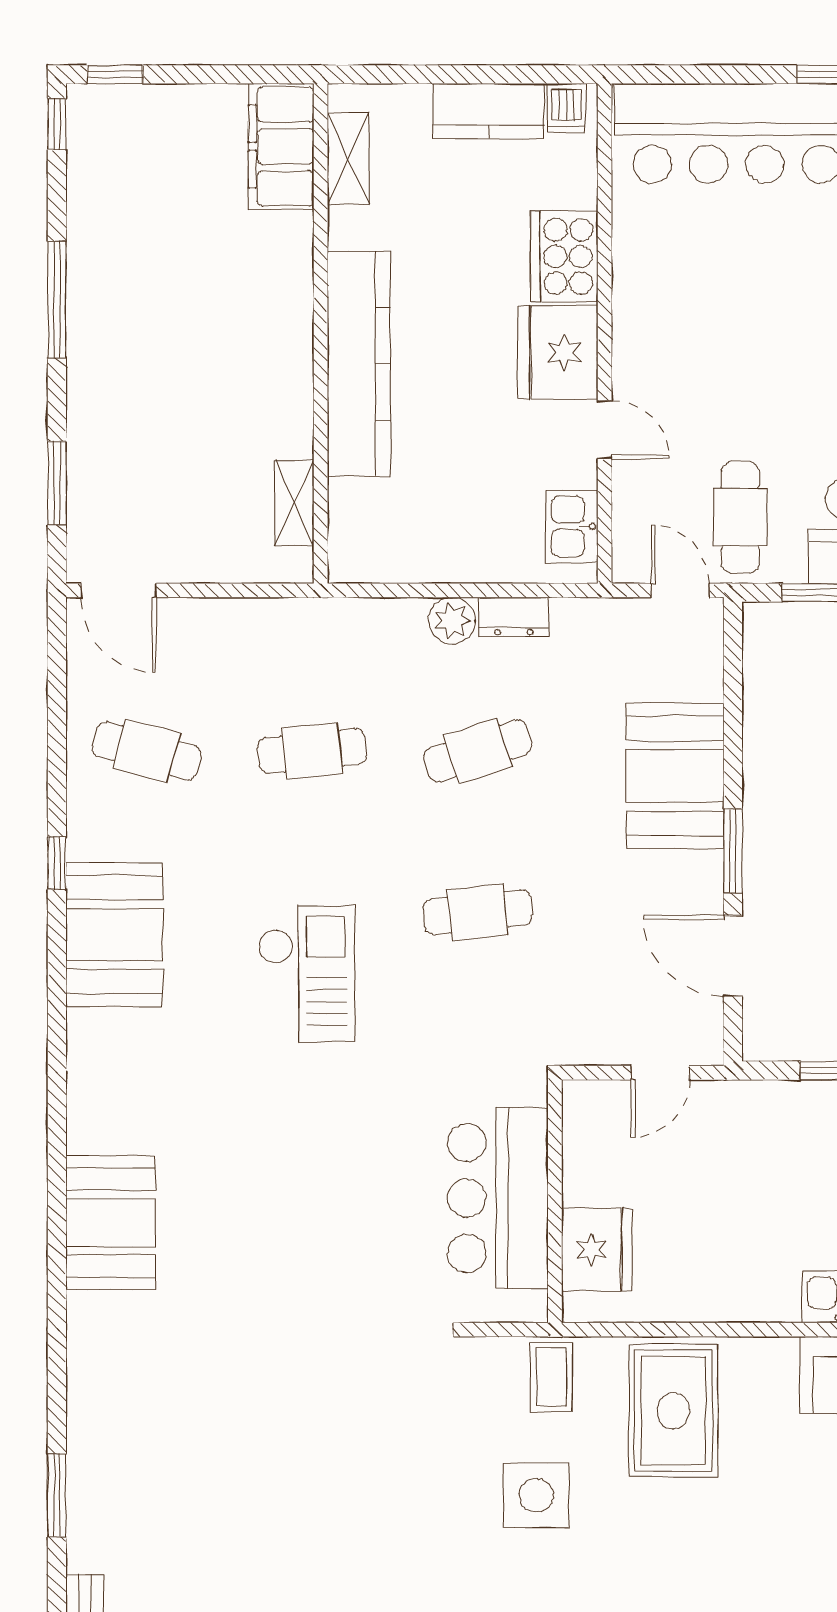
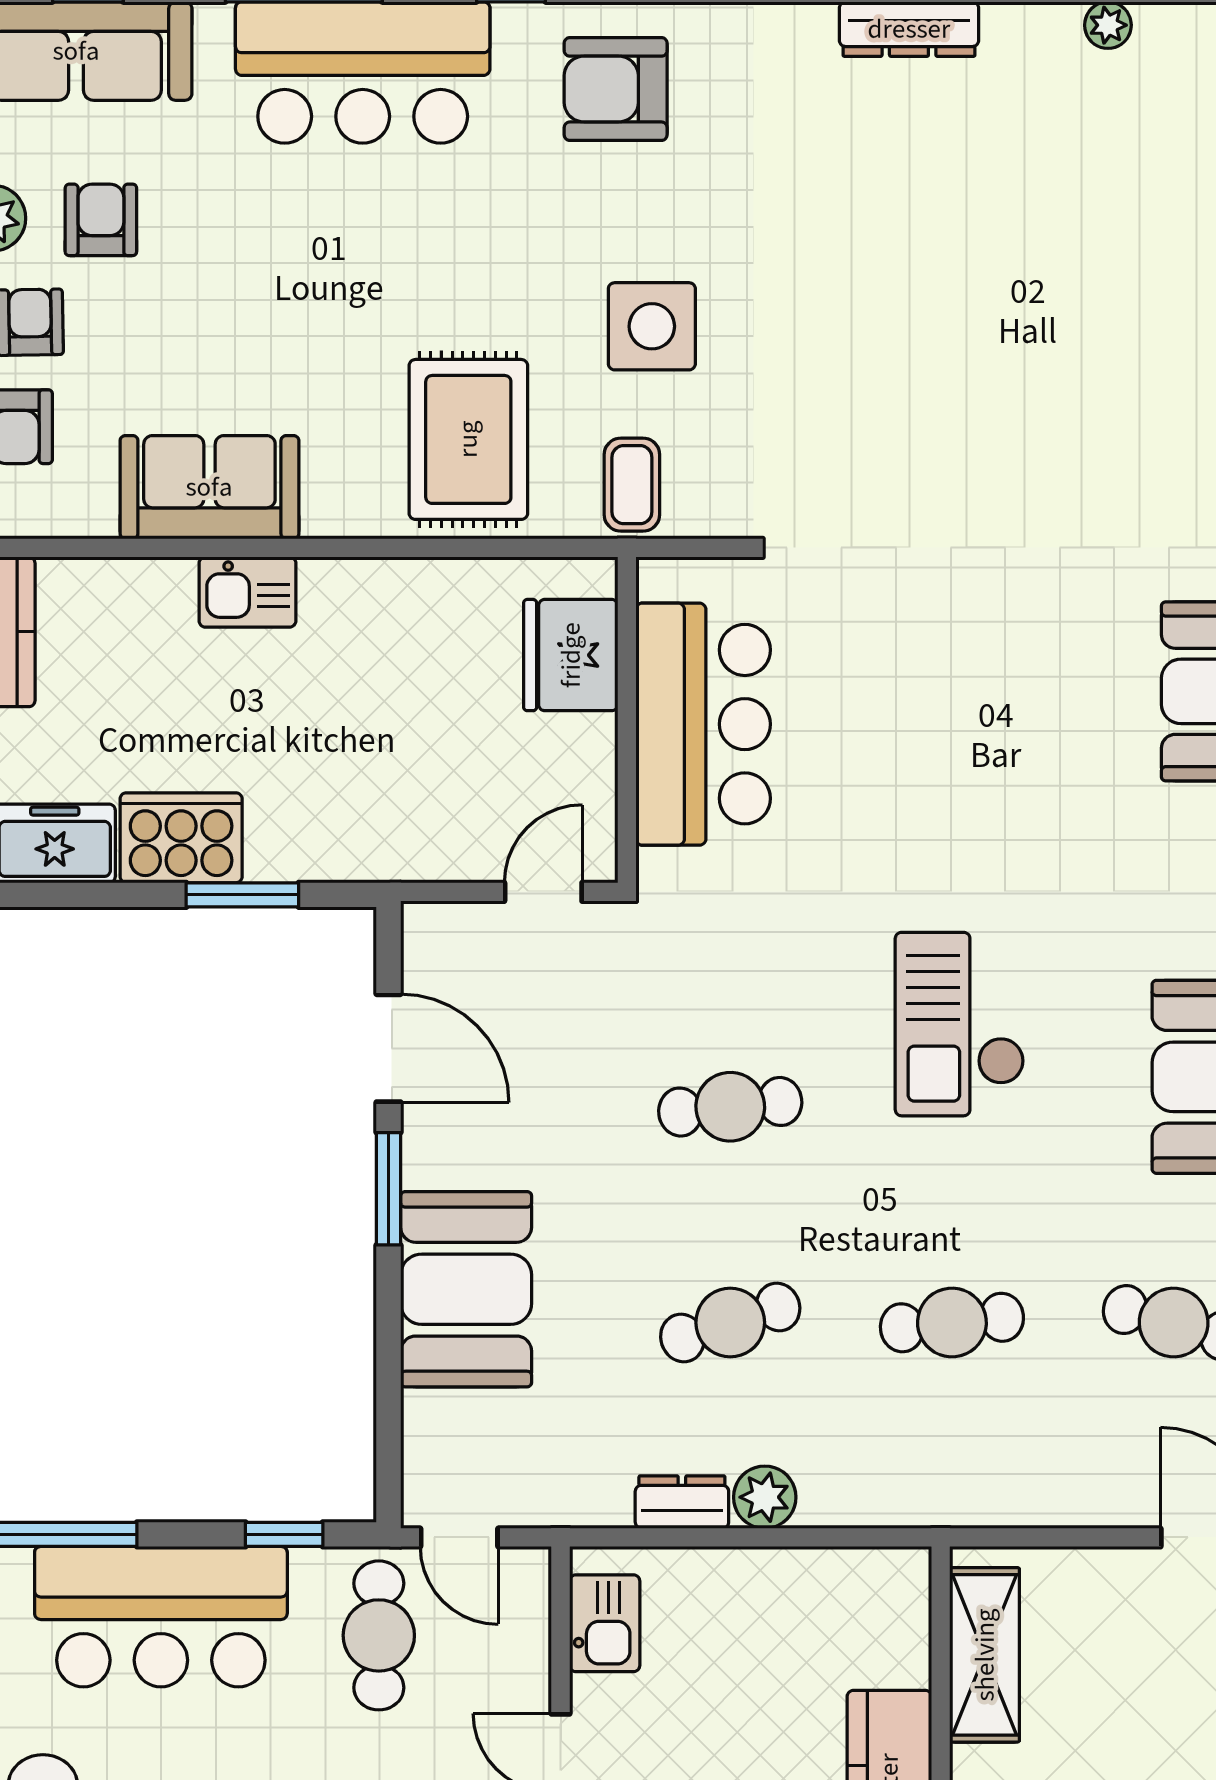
shelving: (294, 503) -> (985, 1655), width x1.50, depth x1.33
door: (660, 1073) -> (543, 892), moved

